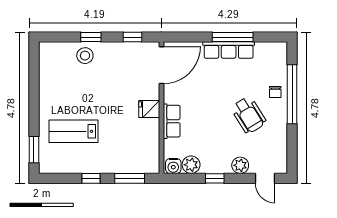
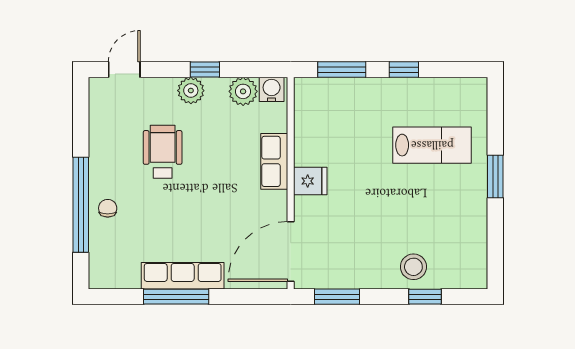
window: (91, 37) -> (425, 297), moved
window: (133, 37) -> (337, 297), width x1.50
wheelchair: (249, 115) -> (163, 152), moved, turned 32
window: (34, 150) -> (495, 176), moved
plant: (240, 165) -> (191, 91), moved
door: (265, 178) -> (124, 70), hinge flipped

